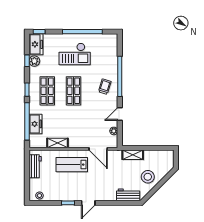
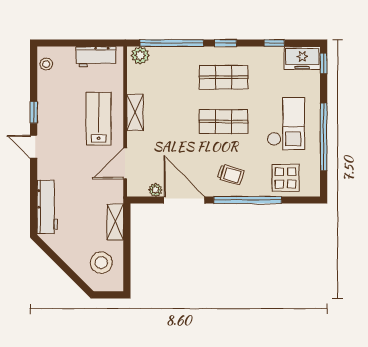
checkout: (75, 54) -> (286, 124), turned 180
display table: (107, 54) -> (286, 178), added
plant: (34, 61) -> (140, 55), moved
door: (120, 114) -> (184, 200), width x1.87
freezer: (35, 124) -> (167, 57), removed
shelving: (57, 143) -> (135, 112), moved
stool: (148, 177) -> (101, 263), moved
workbench: (128, 195) -> (47, 207), width x1.37

